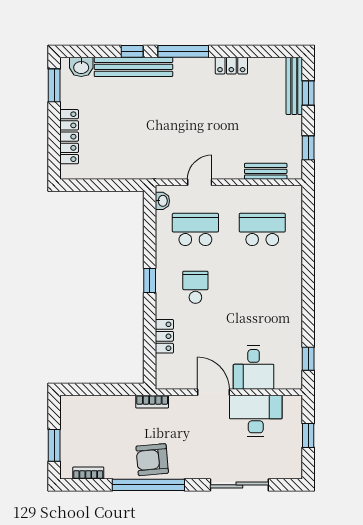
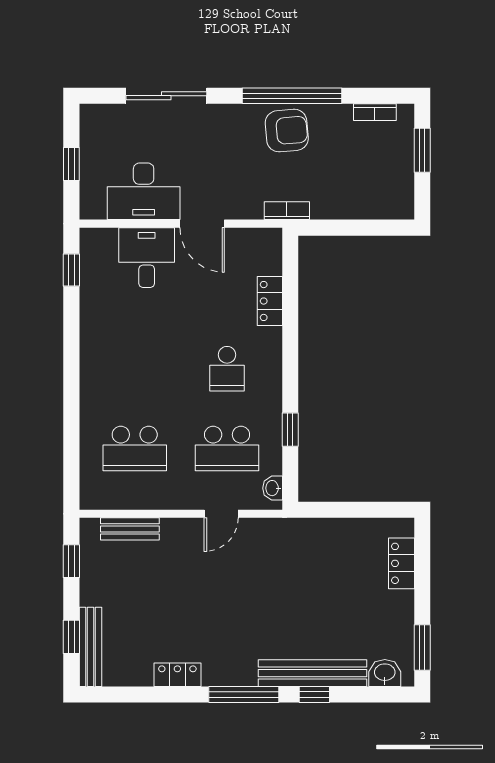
locker: (69, 137) -> (401, 563), width x0.66
window: (150, 280) -> (290, 430), moved

